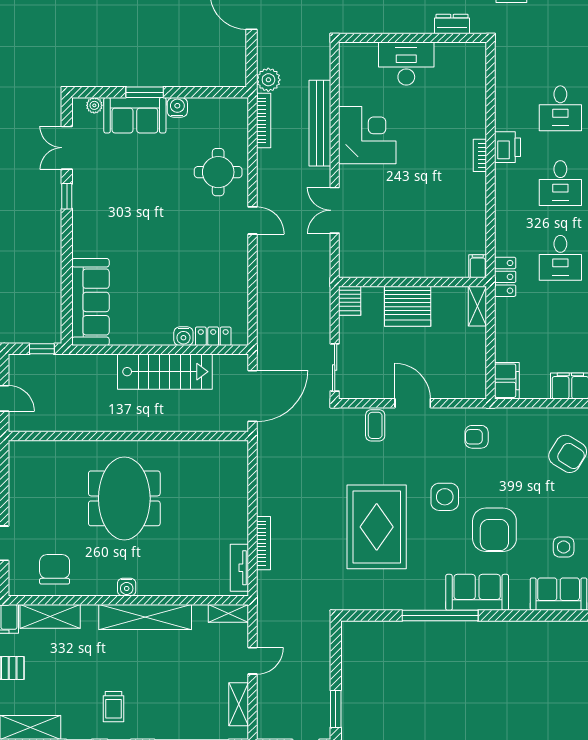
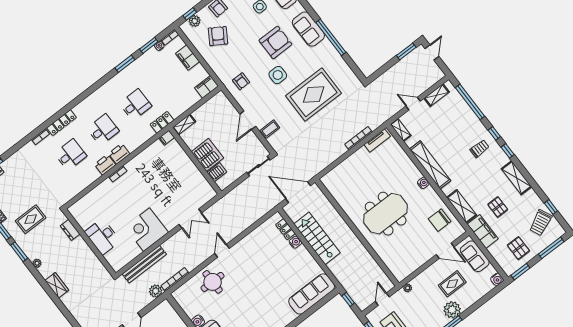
bench: (320, 123) -> (144, 264), moved
printer: (507, 180) -> (119, 154), added
server rack: (350, 301) -> (217, 172), moved

